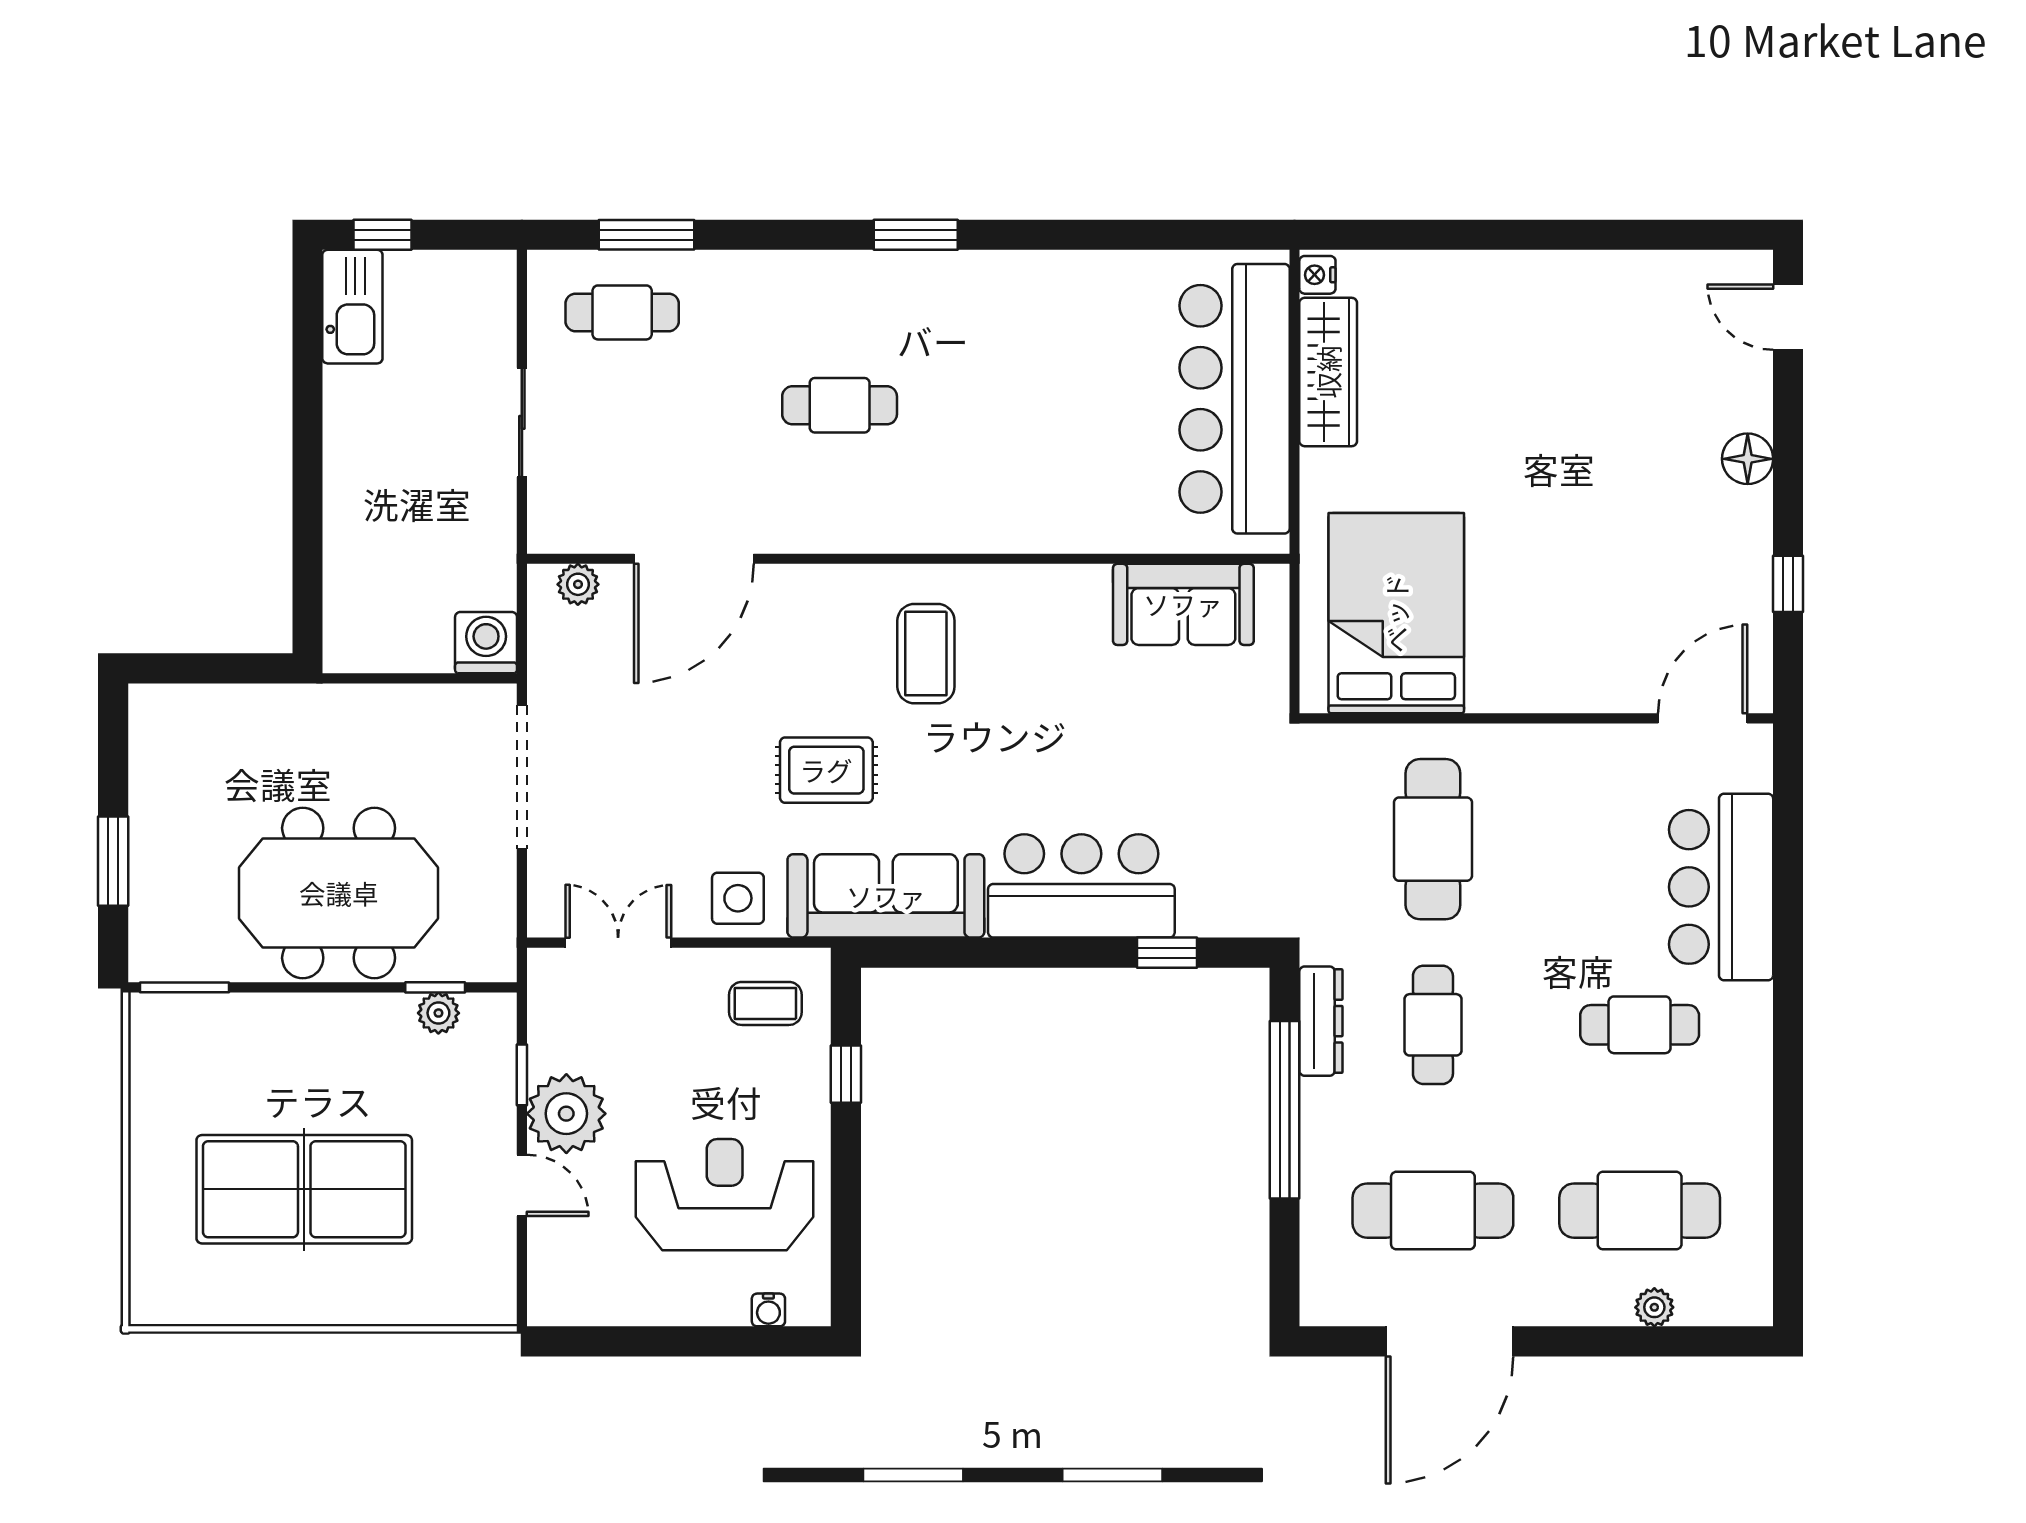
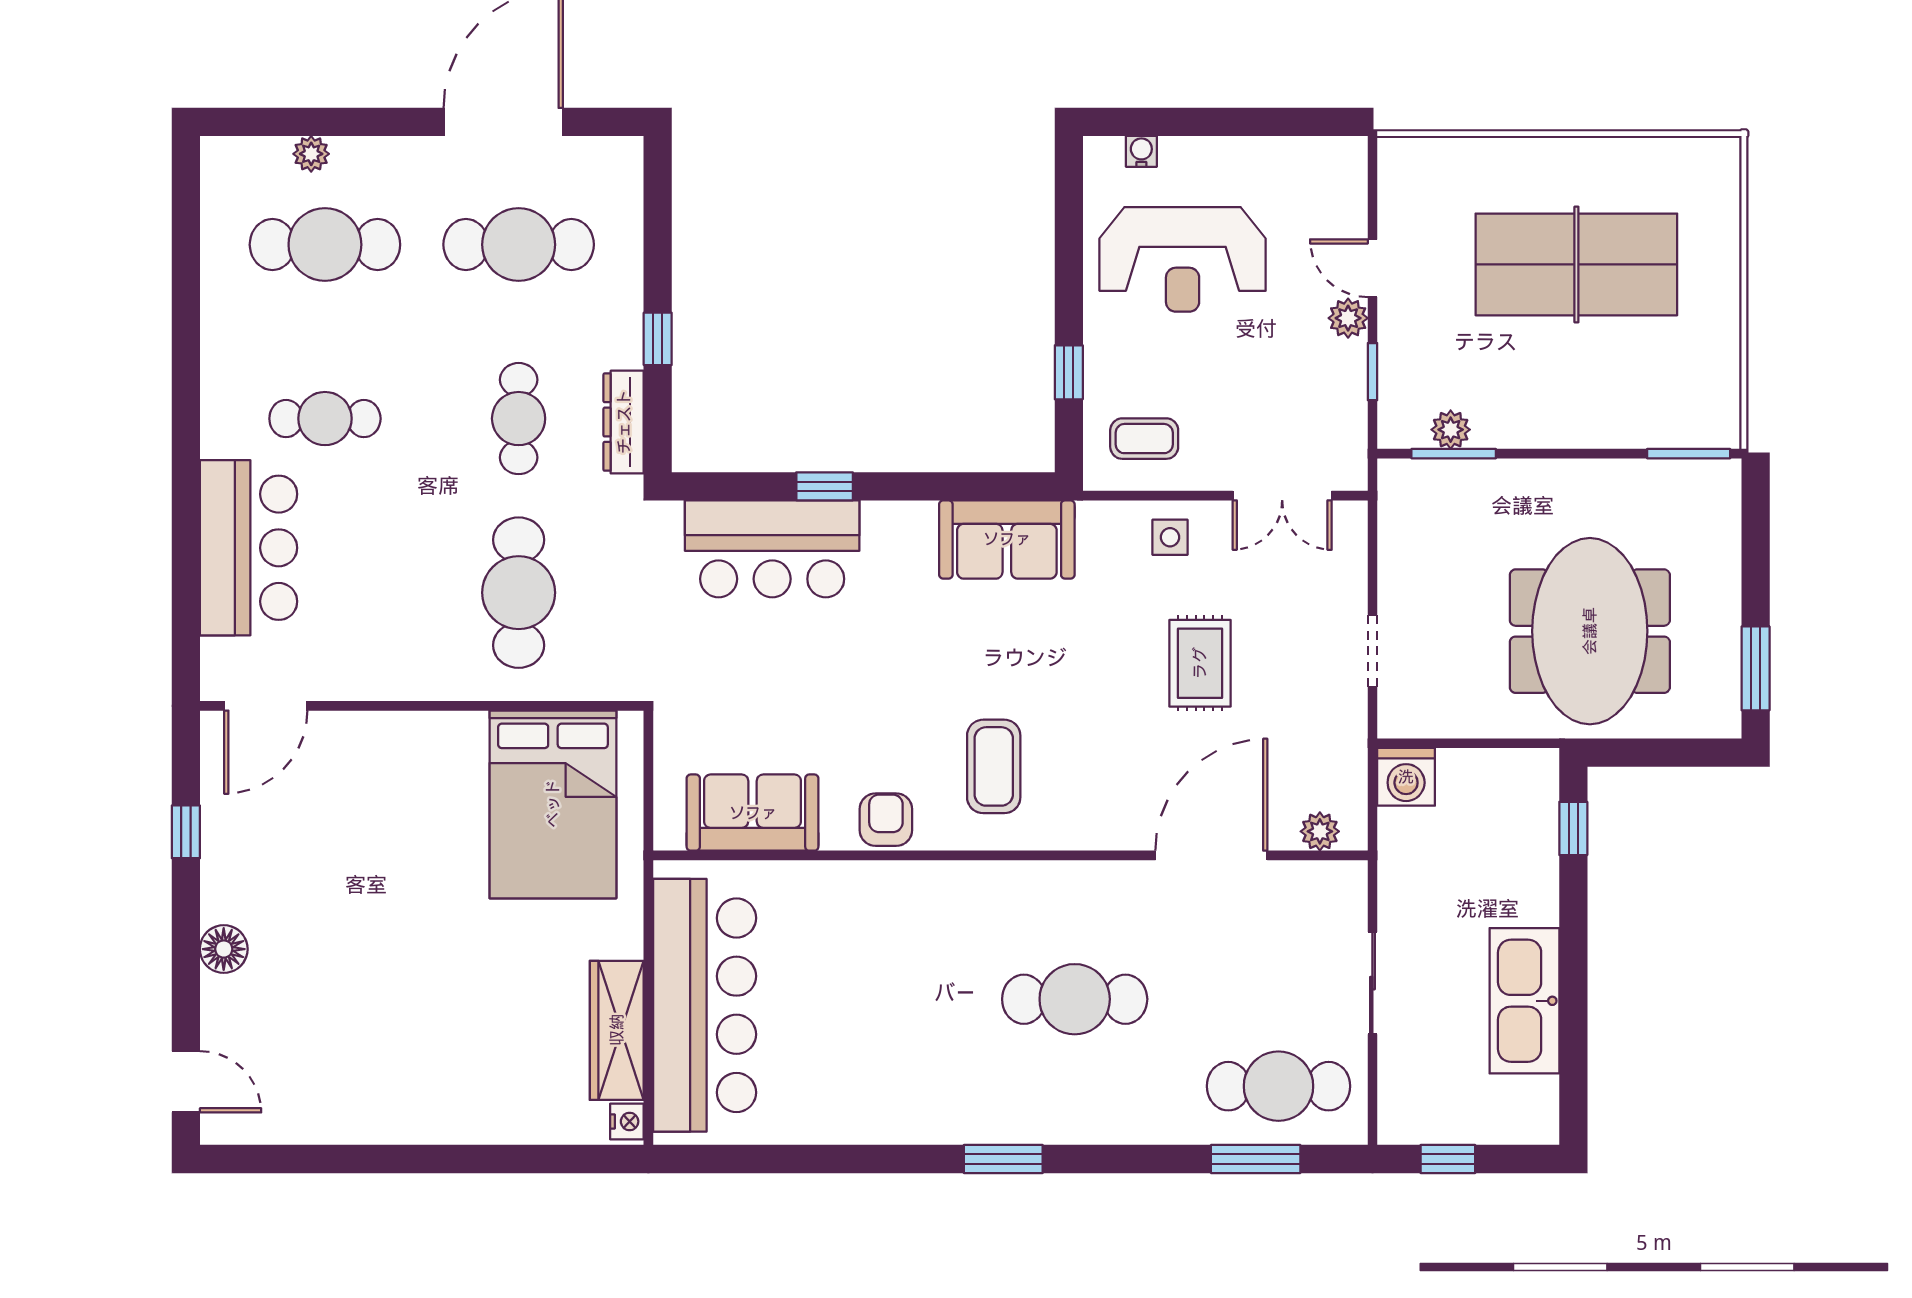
window: (382, 235) -> (1448, 1159), moved
kitchen sink: (352, 307) -> (1524, 1001), moved, width x1.36, depth x1.24
cafe table: (622, 312) -> (1278, 1086), width x1.37, depth x1.35
cafe table: (840, 405) -> (1075, 999), width x1.37, depth x1.35
window: (308, 588) -> (1573, 828), added
armchair: (1041, 597) -> (886, 820), added
rug: (826, 770) -> (1200, 663), moved, turned 90
doorway: (522, 777) -> (1372, 651), width x0.53
window: (113, 861) -> (1756, 668), moved
bar counter: (1081, 886) -> (772, 549), moved
meeting table: (339, 893) -> (1590, 631), moved, turned 90
sofa: (886, 896) -> (1007, 539), width x0.73
side table: (738, 898) -> (1170, 537), width x0.73, depth x0.73
window: (1167, 953) -> (825, 486), moved
window: (435, 987) -> (1454, 454), width x1.50
window: (1285, 1110) -> (658, 339), width x0.32
plant: (566, 1114) -> (1348, 318), width x0.53, depth x0.53

